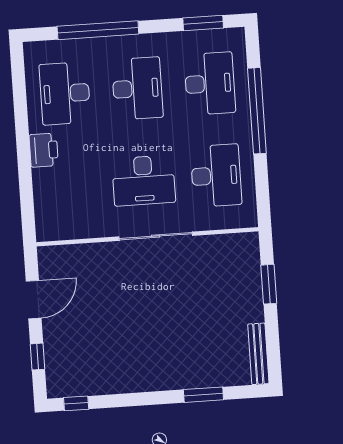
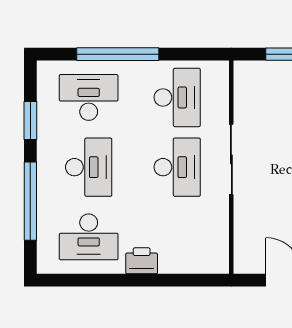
window: (203, 23) -> (30, 121), moved
desk: (137, 88) -> (89, 167), turned 90
desk: (216, 176) -> (177, 97), turned 90

